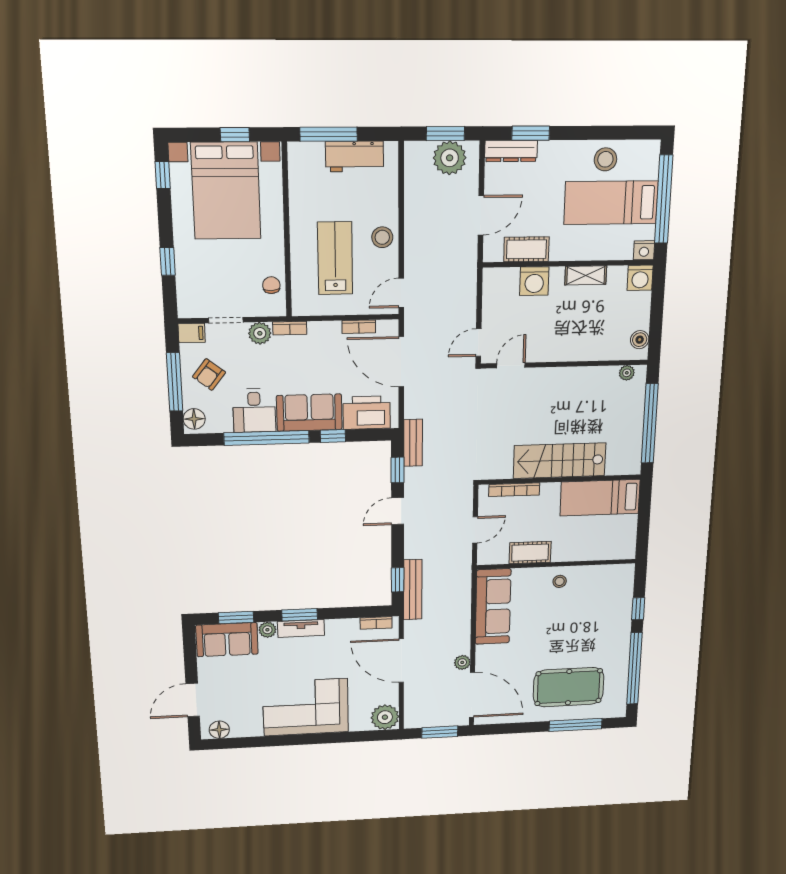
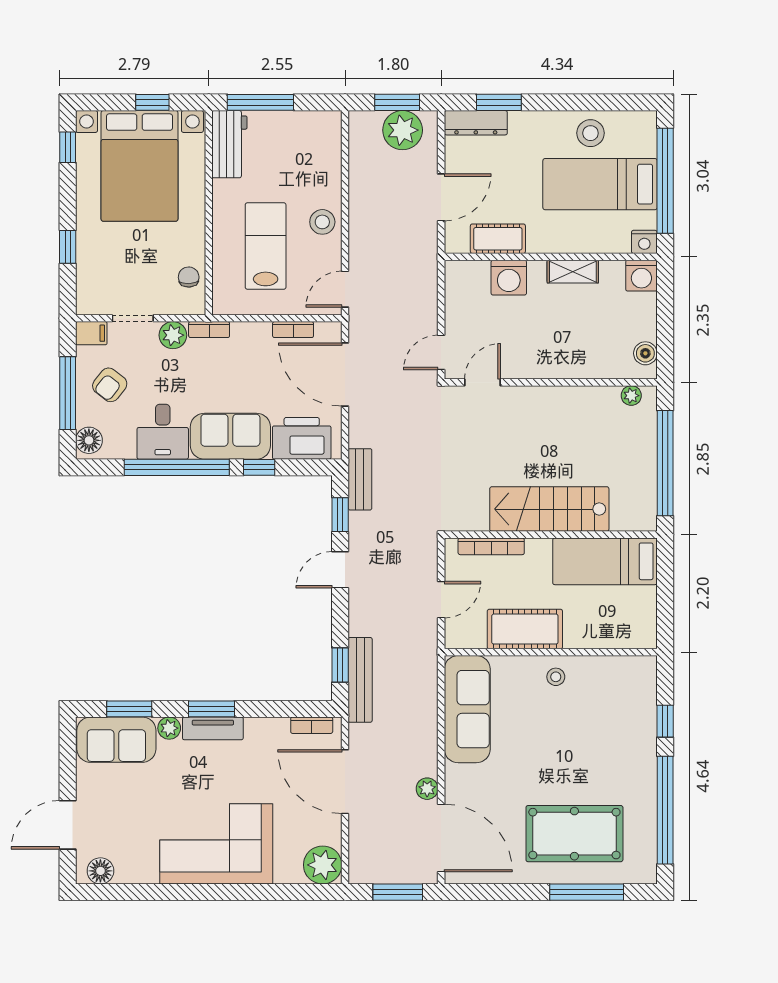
workbench: (355, 156) -> (229, 144), moved, turned -90
cot: (530, 553) -> (525, 629), width x1.37, depth x1.34

